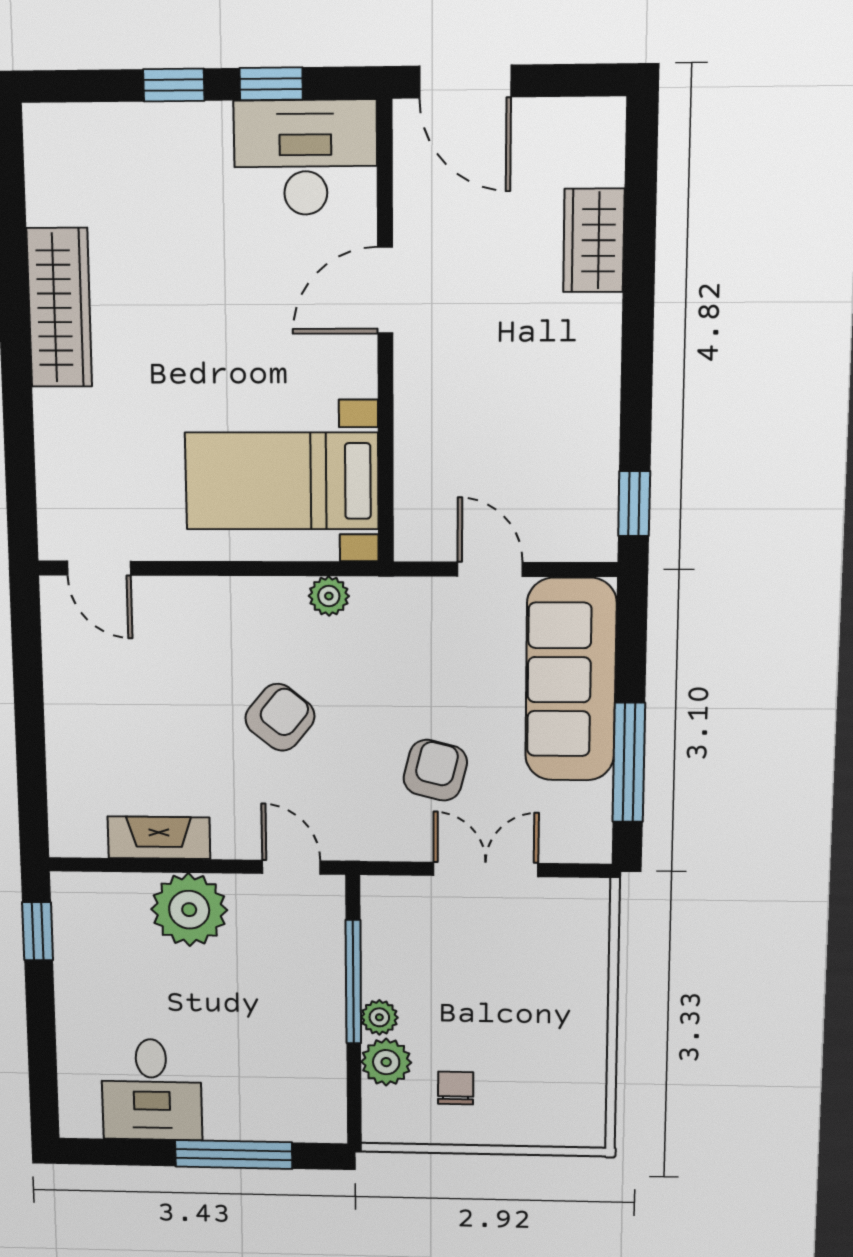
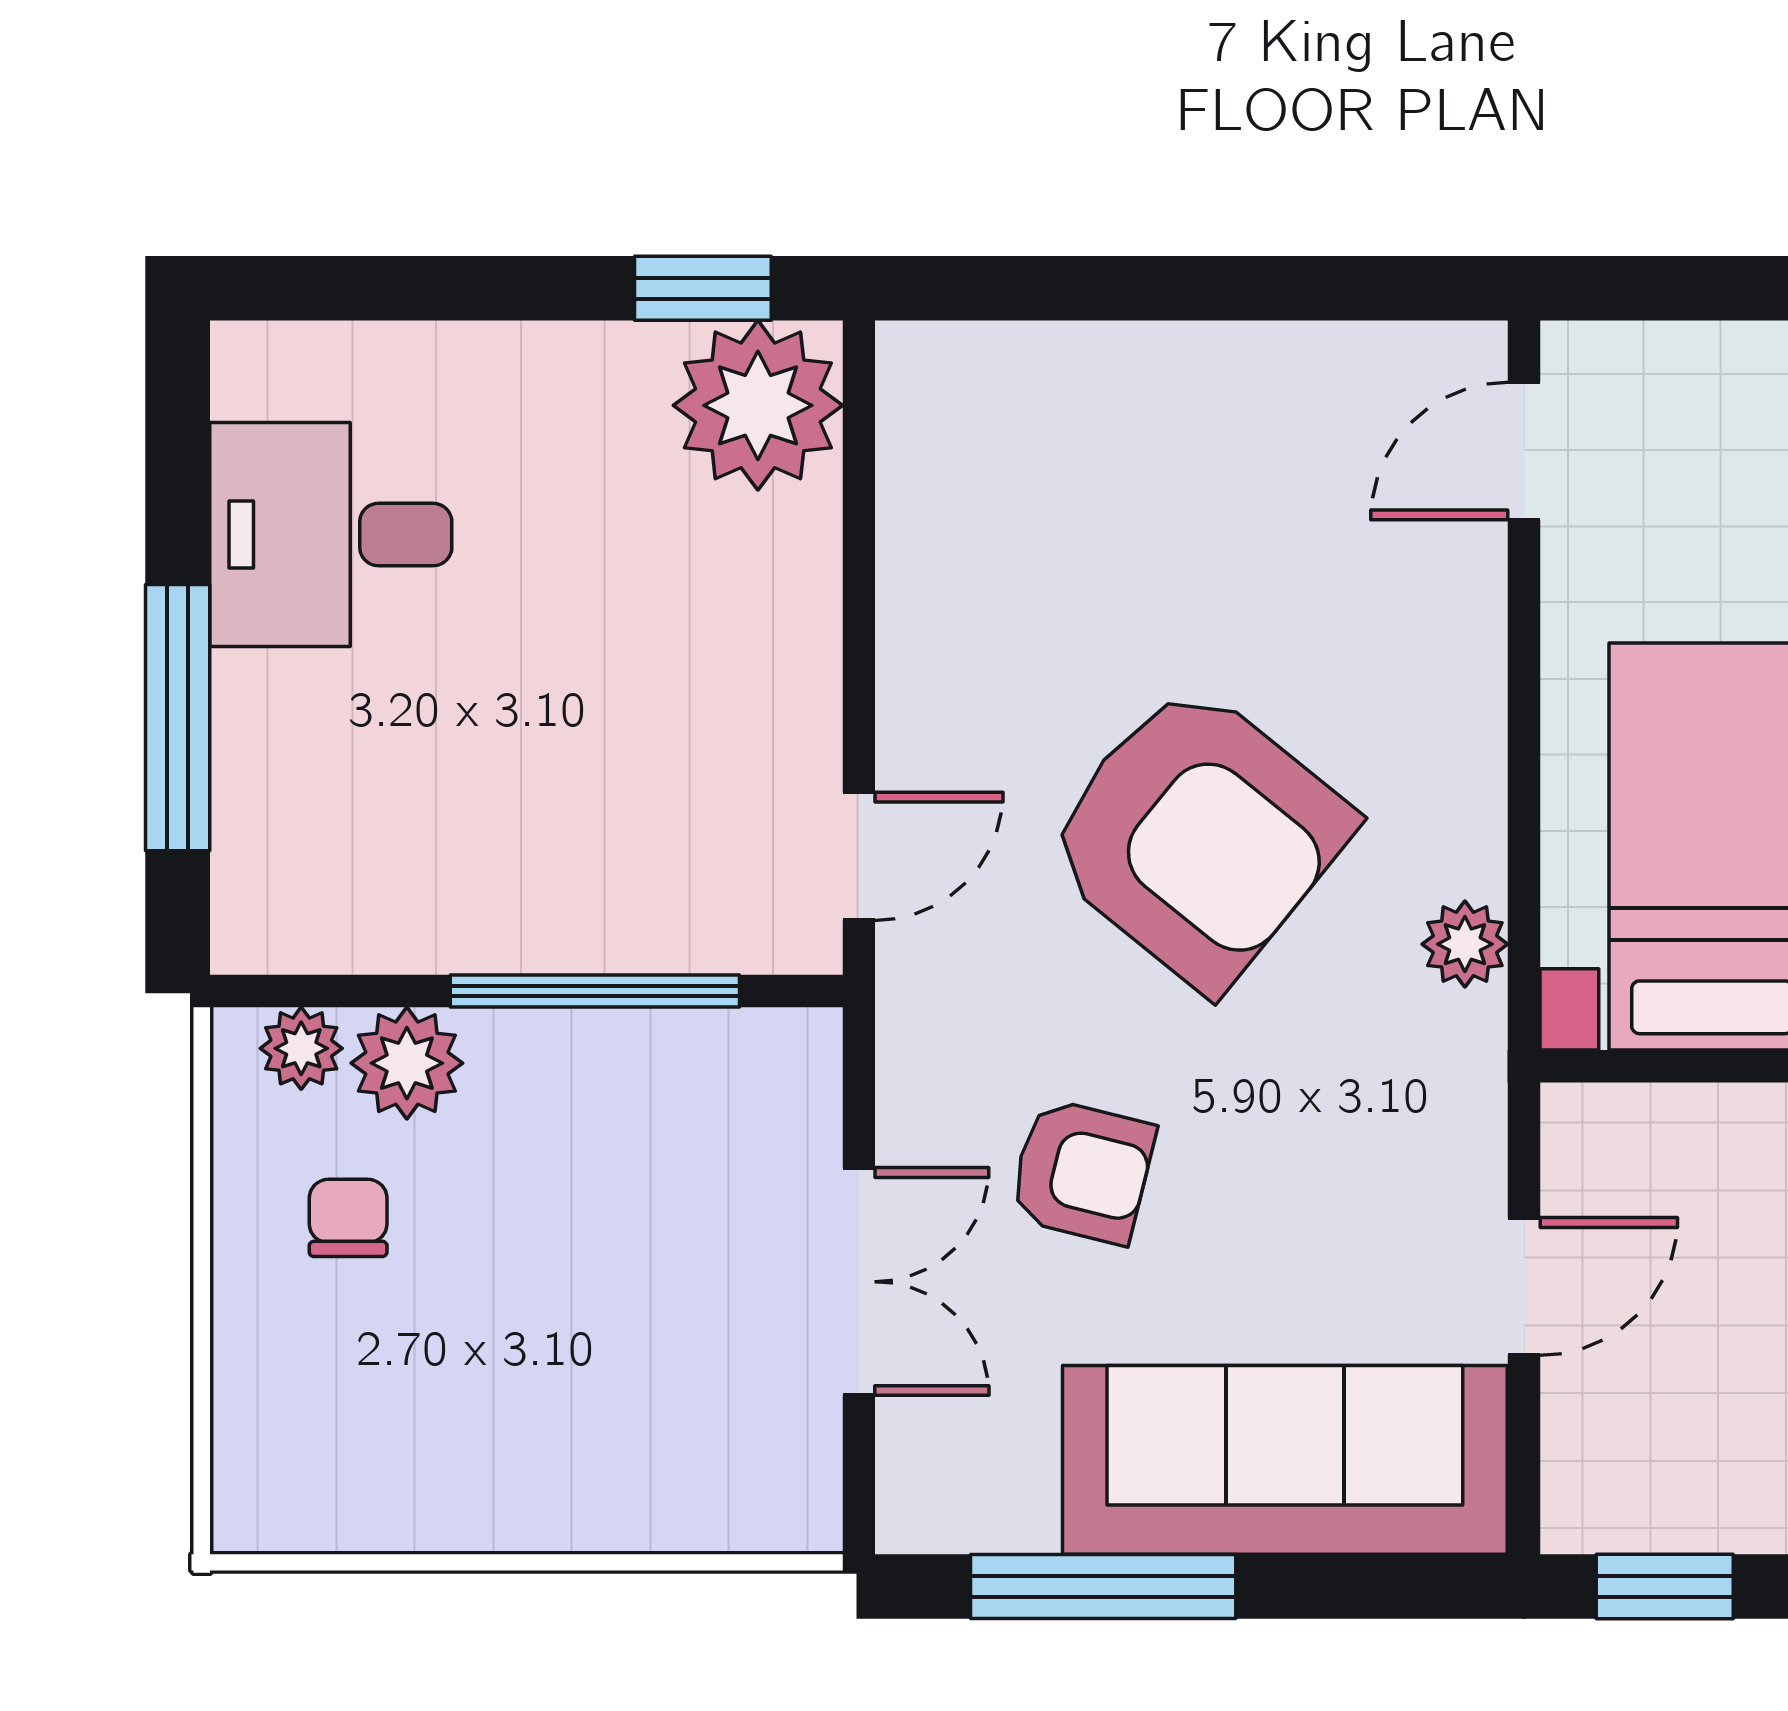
armchair: (280, 717) -> (1198, 836), width x1.88, depth x1.88
fireplace: (159, 838) -> (923, 566), removed
plant: (189, 910) -> (758, 405), moved
plant: (379, 1017) -> (301, 1048), moved
chair: (456, 1088) -> (348, 1218), turned -90

